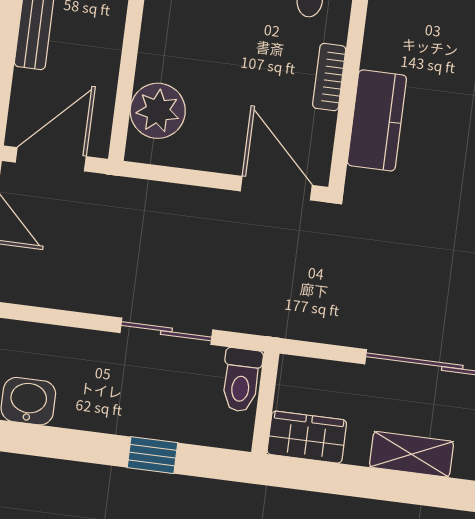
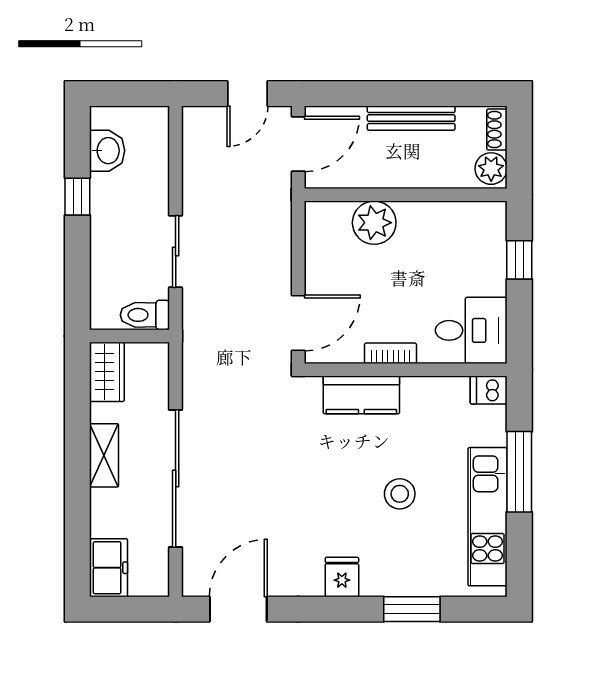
plant: (158, 111) -> (374, 223), moved
door: (51, 159) -> (298, 144), hinge flipped
window: (152, 455) -> (77, 197), moved

